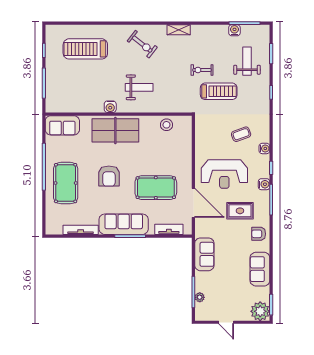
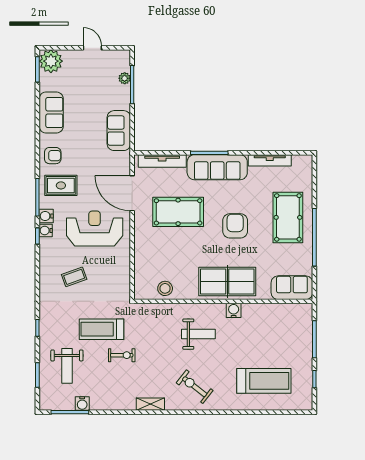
weight bench: (139, 87) -> (198, 334), turned 180
water cooler: (264, 148) -> (46, 231), moved
rug: (240, 211) -> (61, 185), moved
tv unit: (169, 229) -> (162, 161), width x1.41

